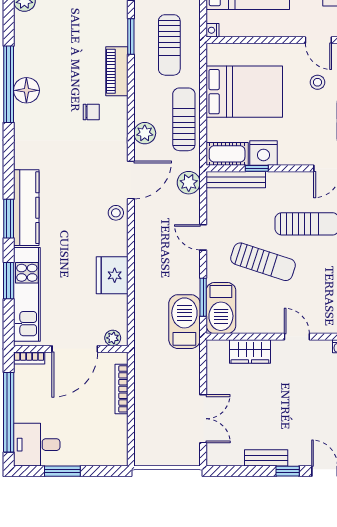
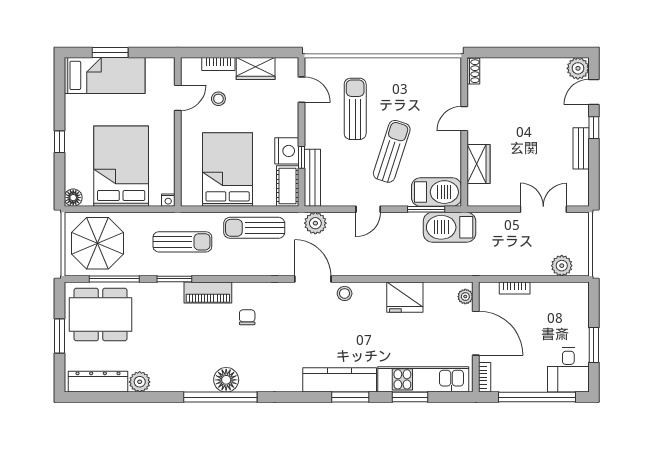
plant: (145, 133) -> (562, 266), moved
bookcase: (122, 389) -> (515, 288), width x0.64

